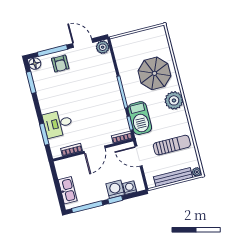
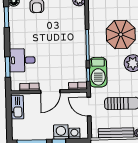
kitchen sink: (68, 190) -> (17, 107), moved

